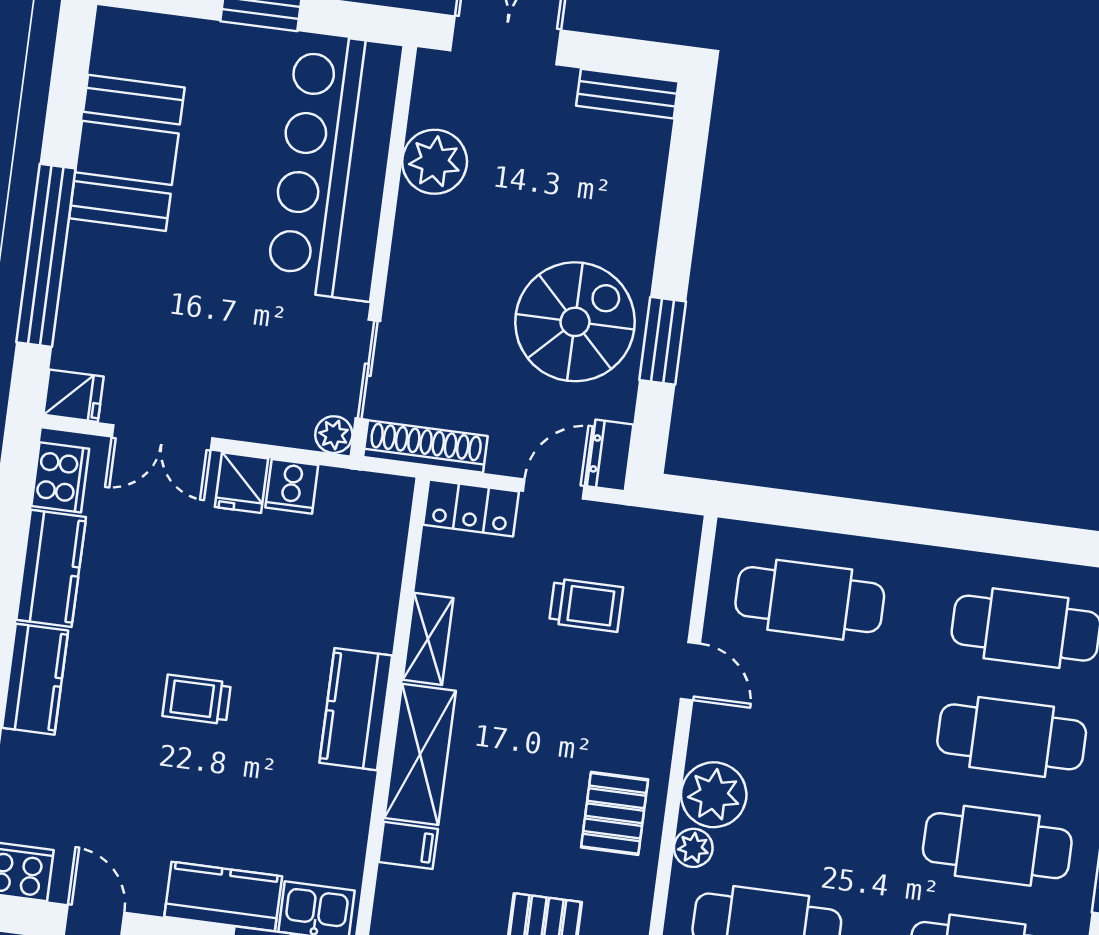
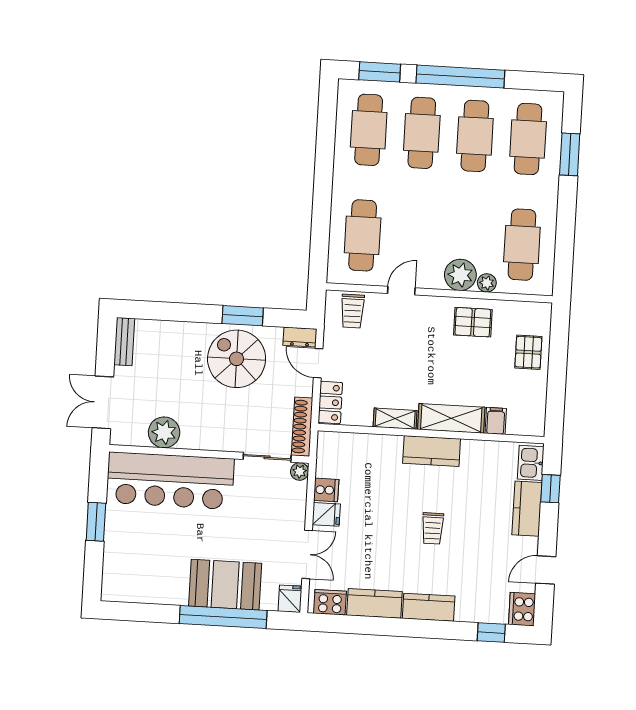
booth: (127, 153) -> (225, 585), moved
trolley: (586, 605) -> (352, 311), moved, turned 180

